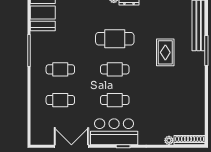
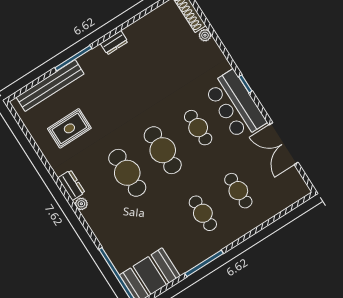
rug: (165, 52) -> (69, 128), moved
cafe table: (115, 69) -> (163, 150), width x1.37, depth x1.35
dresser: (200, 82) -> (114, 43), added

